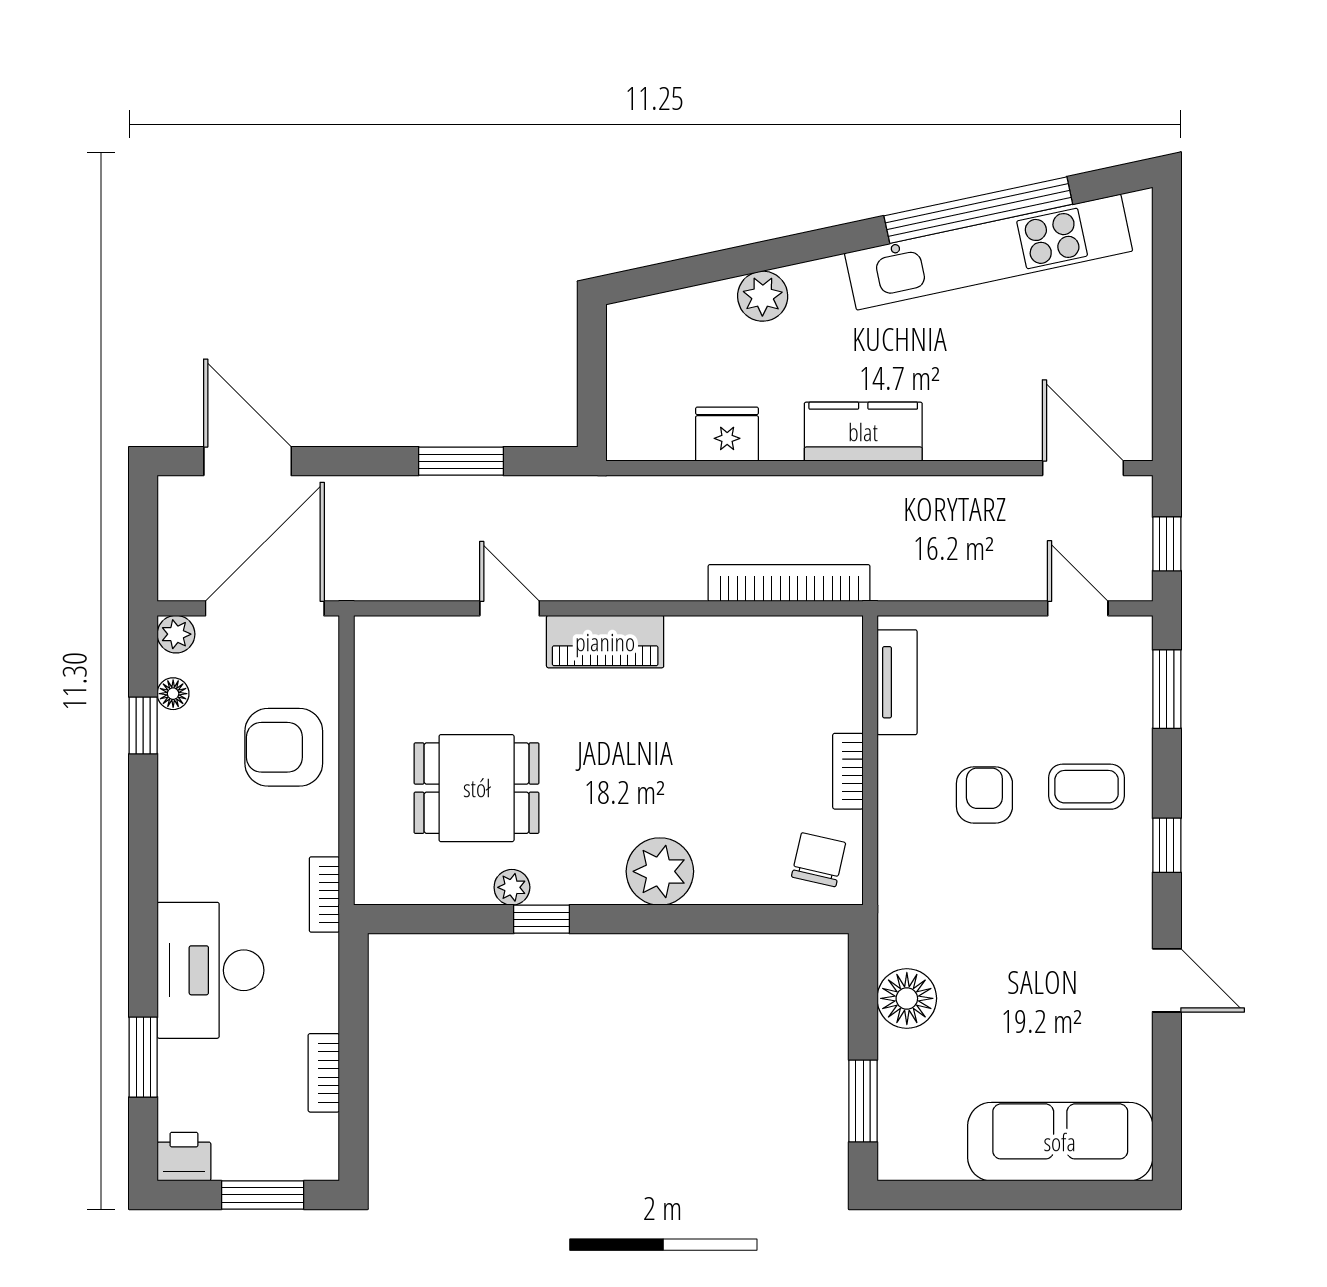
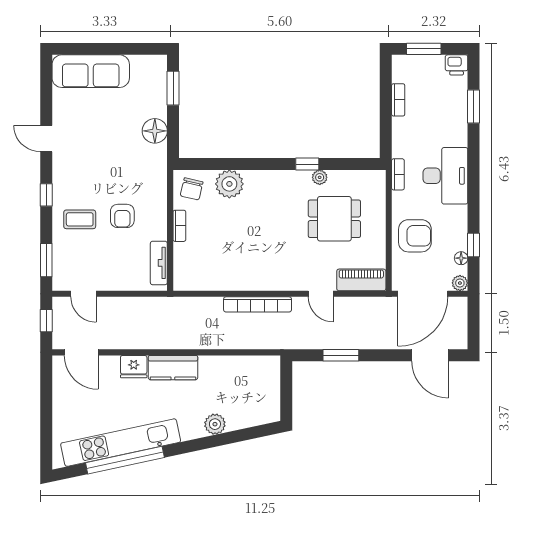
fridge: (727, 434) -> (134, 367), moved
bookcase: (789, 583) -> (258, 304), moved
piano: (605, 642) -> (361, 280), moved
plant: (660, 871) -> (229, 184), moved
desk: (211, 970) -> (445, 176), moved

